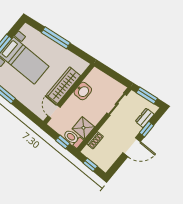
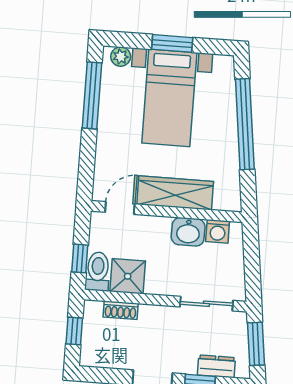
window: (56, 38) -> (245, 124), width x1.46
washing machine: (91, 79) -> (218, 231), added

